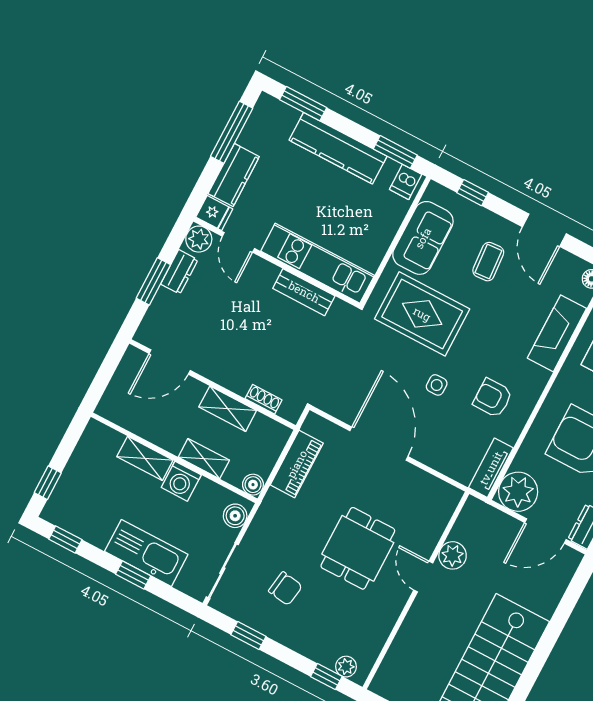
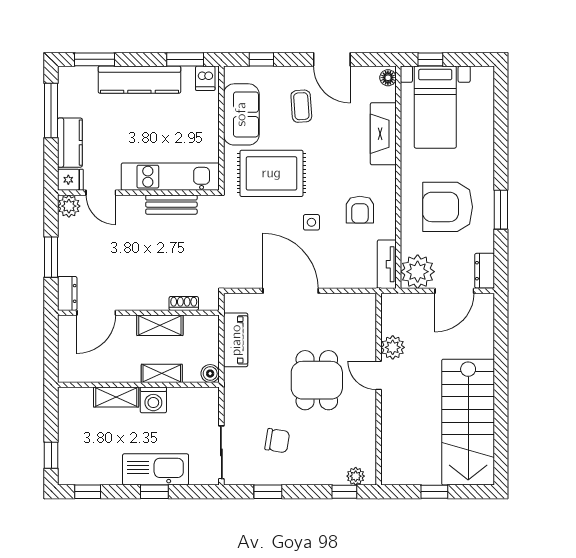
dresser: (179, 272) -> (67, 293), moved
armchair: (493, 398) -> (360, 210), turned -90
boiler: (235, 516) -> (209, 405), removed

